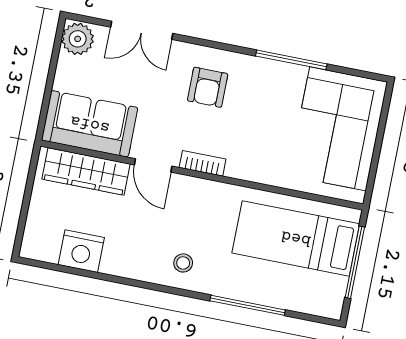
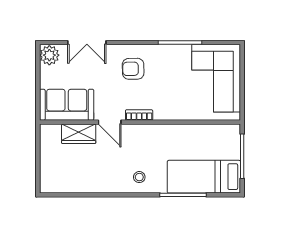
armchair: (208, 87) -> (133, 69), turned 89
wardrobe: (86, 171) -> (79, 134), width x0.67
bed: (296, 238) -> (204, 177), moved
nightstand: (81, 251) -> (77, 182), removed

